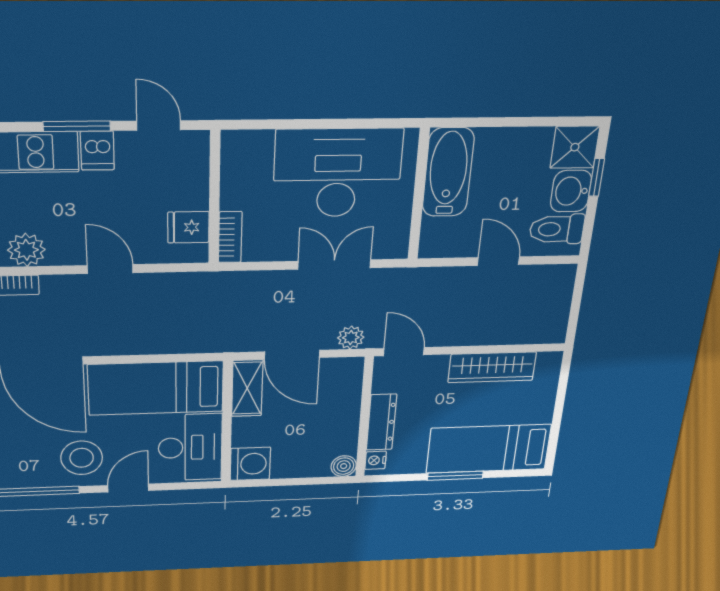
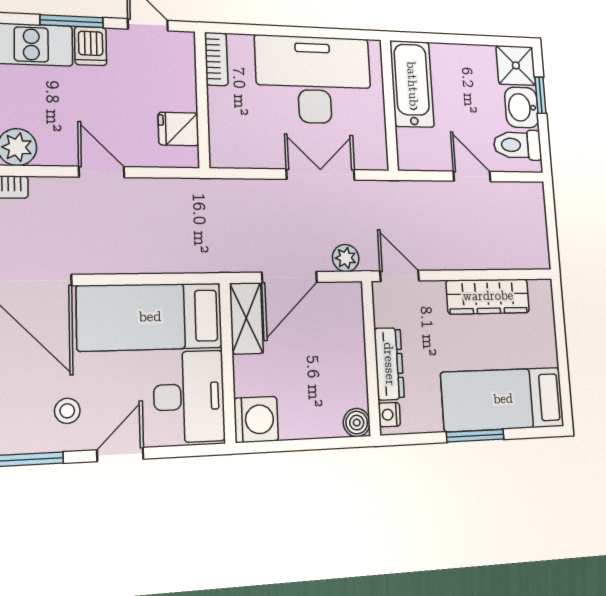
bookcase: (230, 237) -> (216, 59), moved
door: (292, 355) -> (289, 277), hinge flipped
stool: (82, 458) -> (67, 411), width x0.53, depth x0.53

